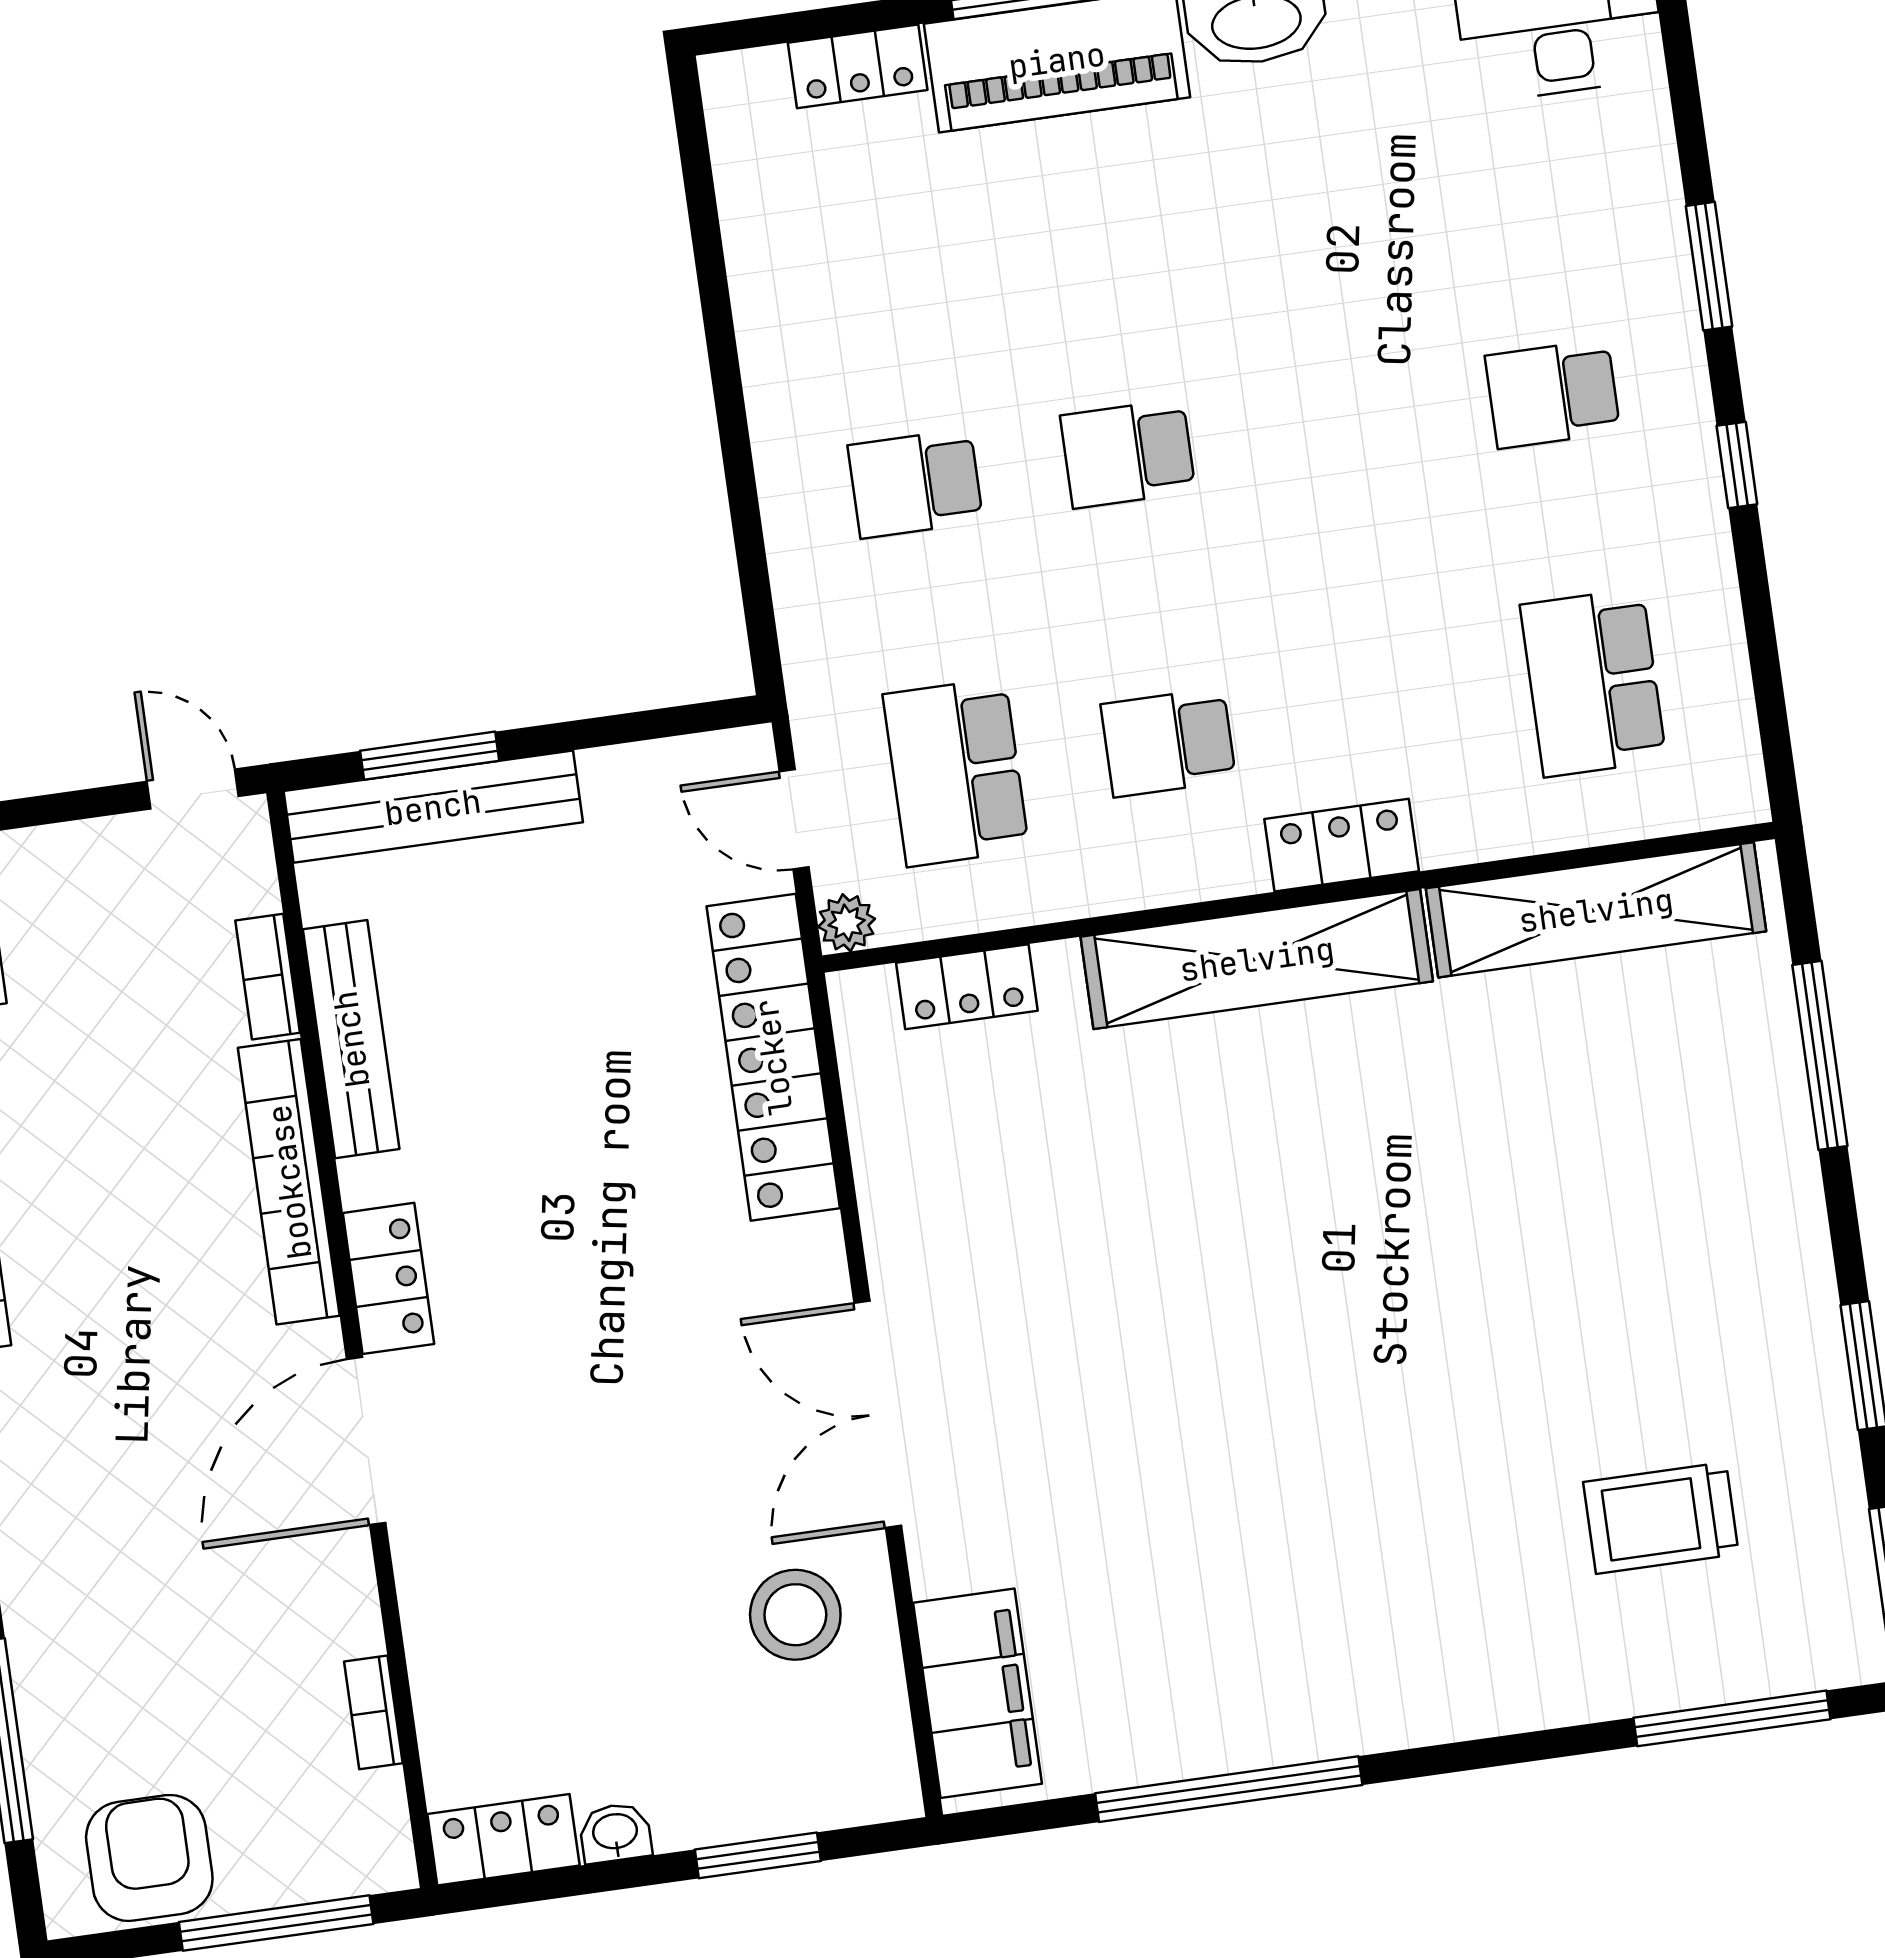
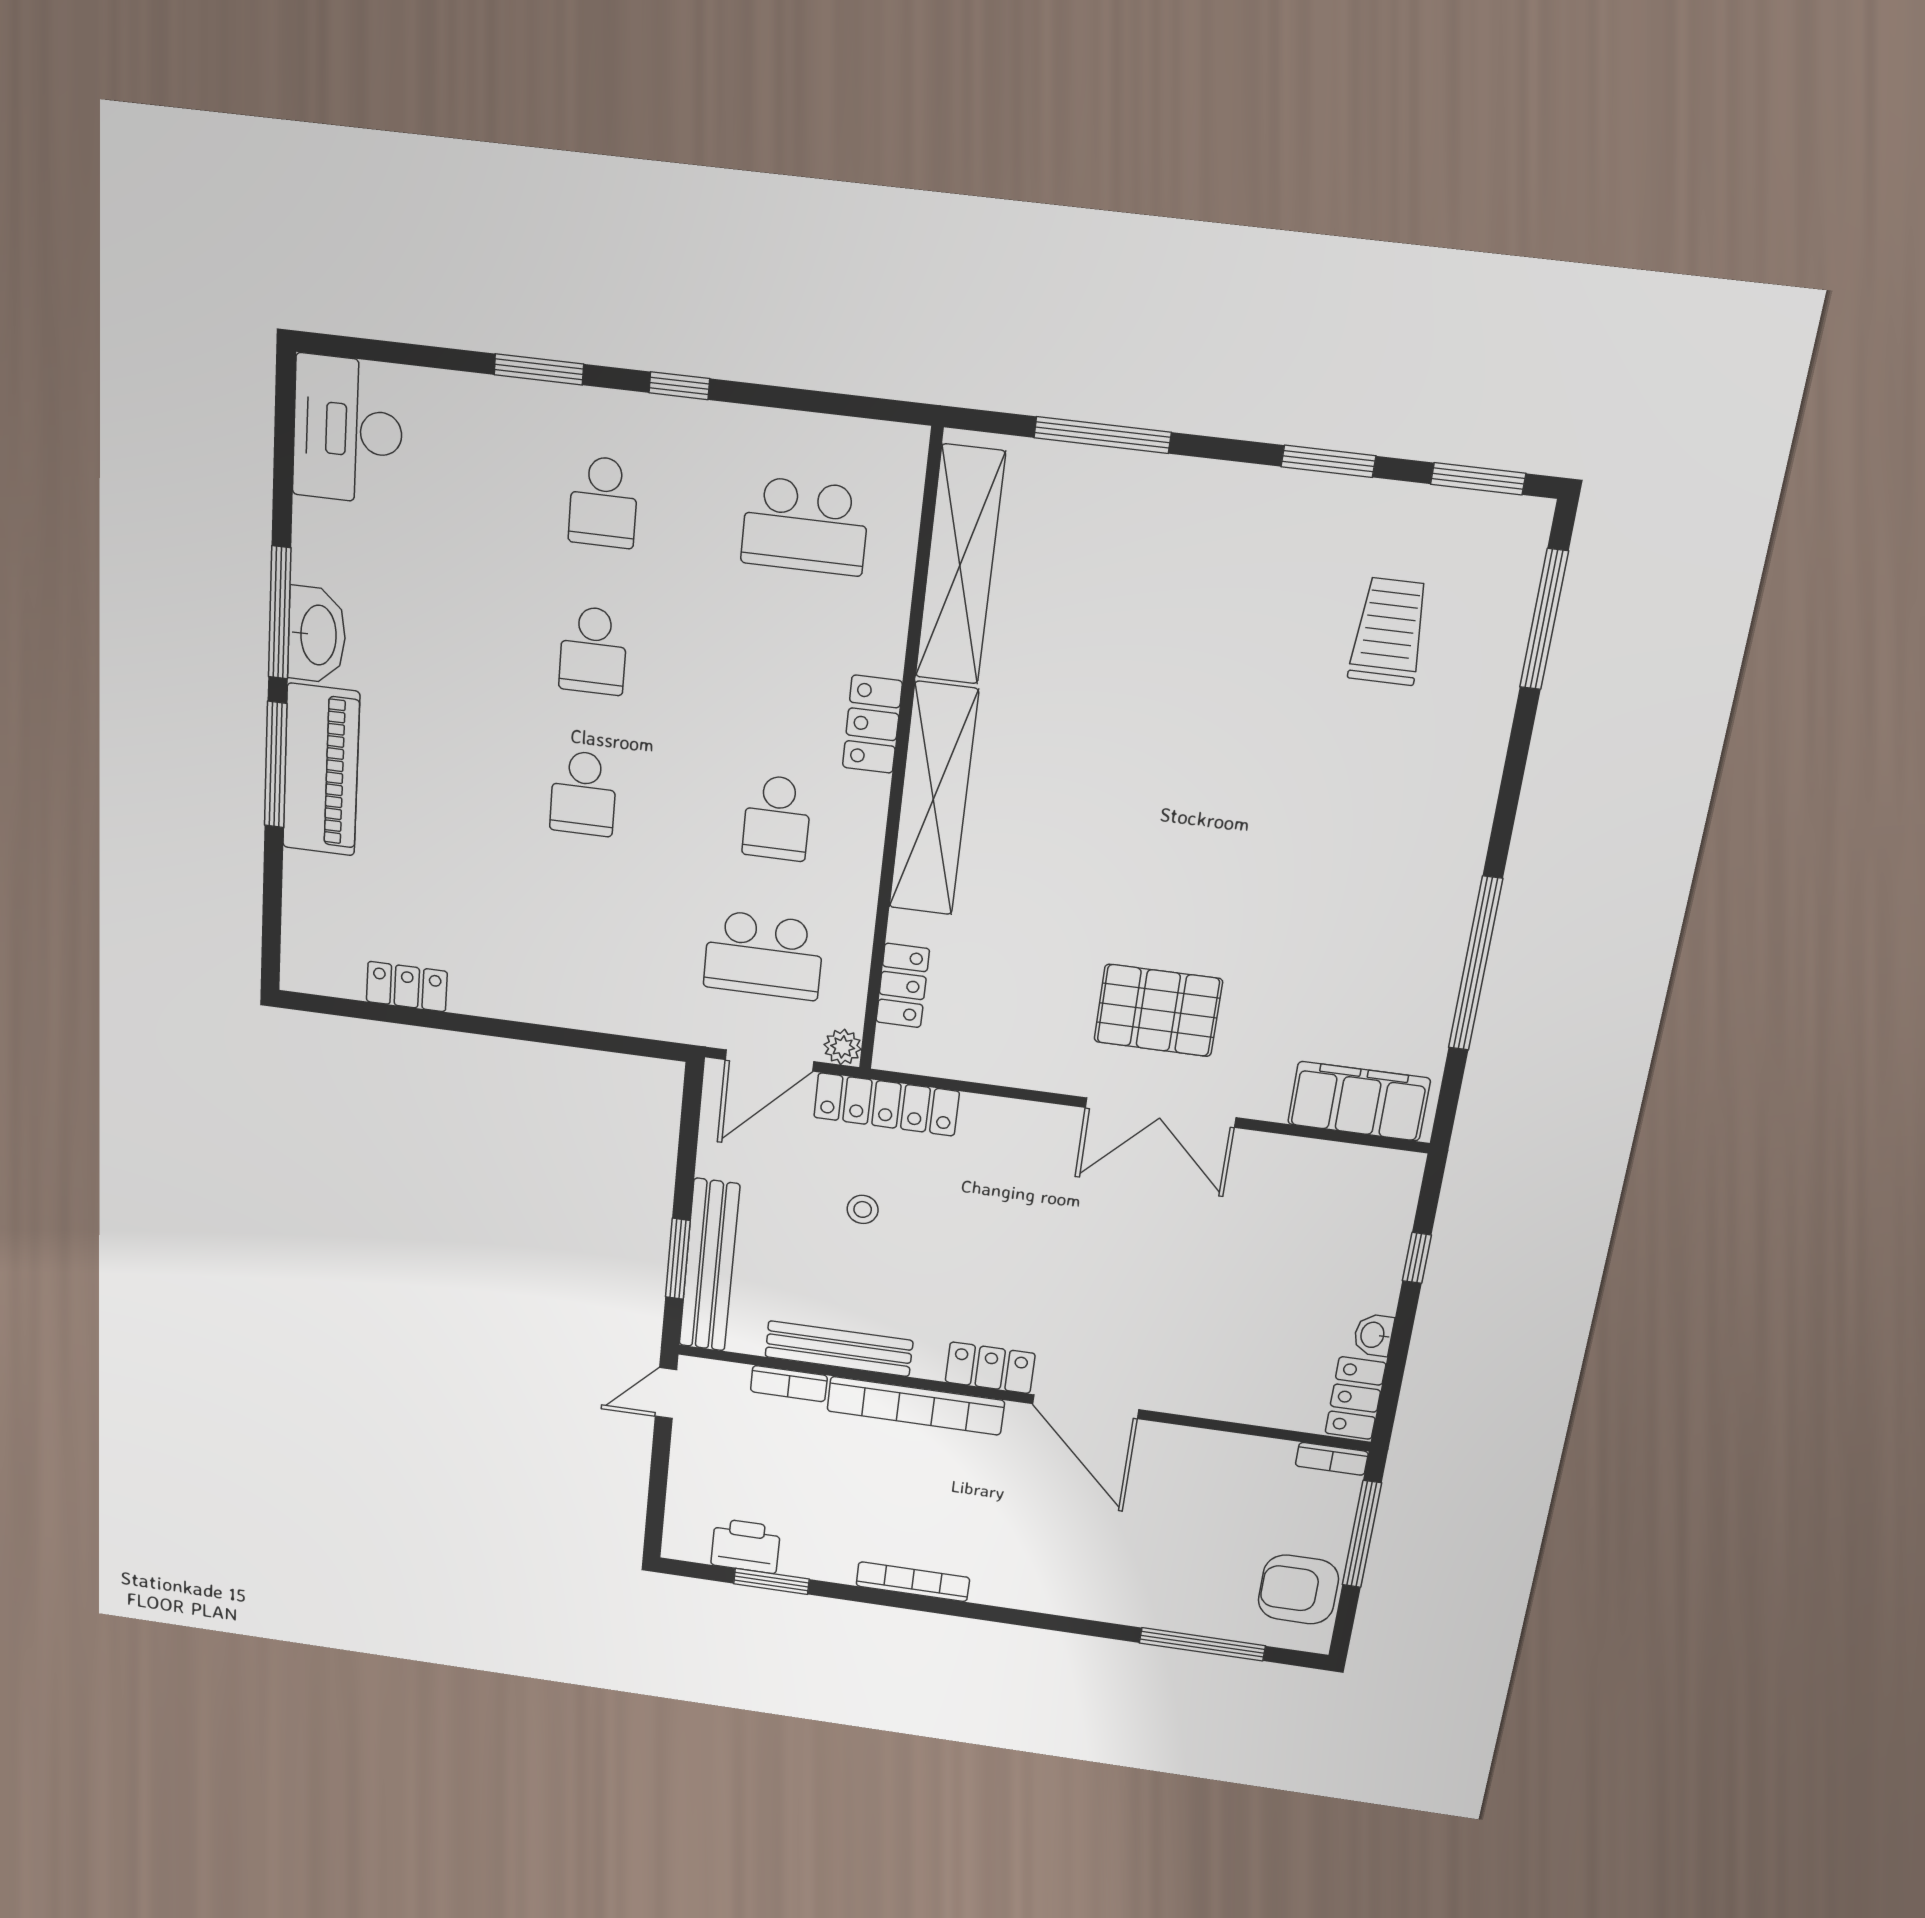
locker: (858, 66) -> (407, 987), moved, turned -90
school desk: (915, 483) -> (593, 651), moved
door: (794, 819) -> (769, 1061), width x1.38
locker: (773, 1057) -> (886, 1104), width x0.71, depth x0.83
pallet: (1033, 1365) -> (1158, 1010), added
trolley: (1661, 1518) -> (1389, 631), turned 180
stool: (795, 1615) -> (863, 1209), moved, width x0.53, depth x0.53
bookcase: (373, 1712) -> (1332, 1459), moved
window: (758, 1855) -> (1417, 1258), width x0.67

